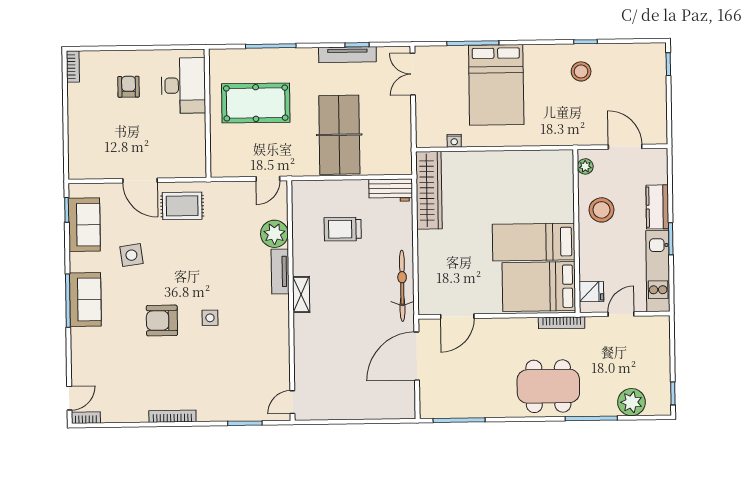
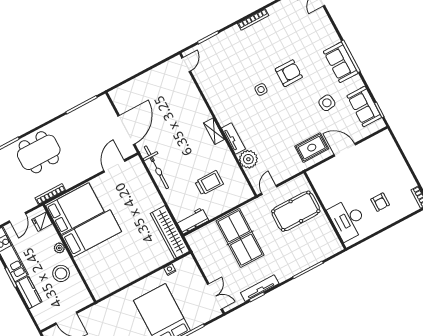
pool table: (256, 103) -> (296, 211), moved
plant: (585, 166) -> (59, 248), moved

